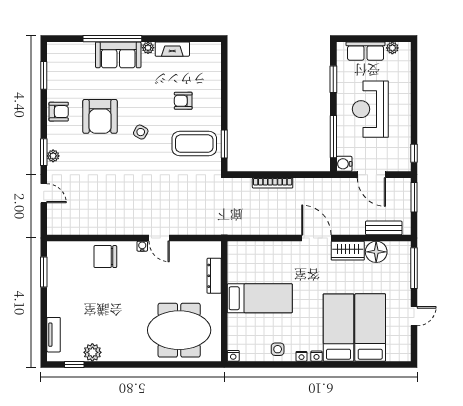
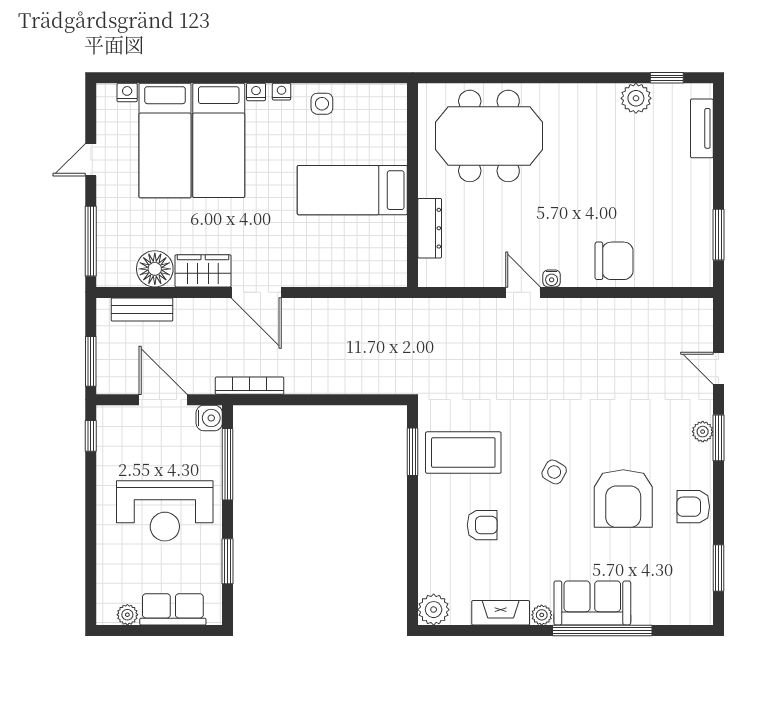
plant: (212, 51) -> (434, 610), added
reception desk: (370, 109) -> (165, 511), turned 90
armchair: (100, 116) -> (623, 499), turned 180
bookcase: (273, 183) -> (250, 386), moved
nightstand: (233, 356) -> (127, 92), moved

